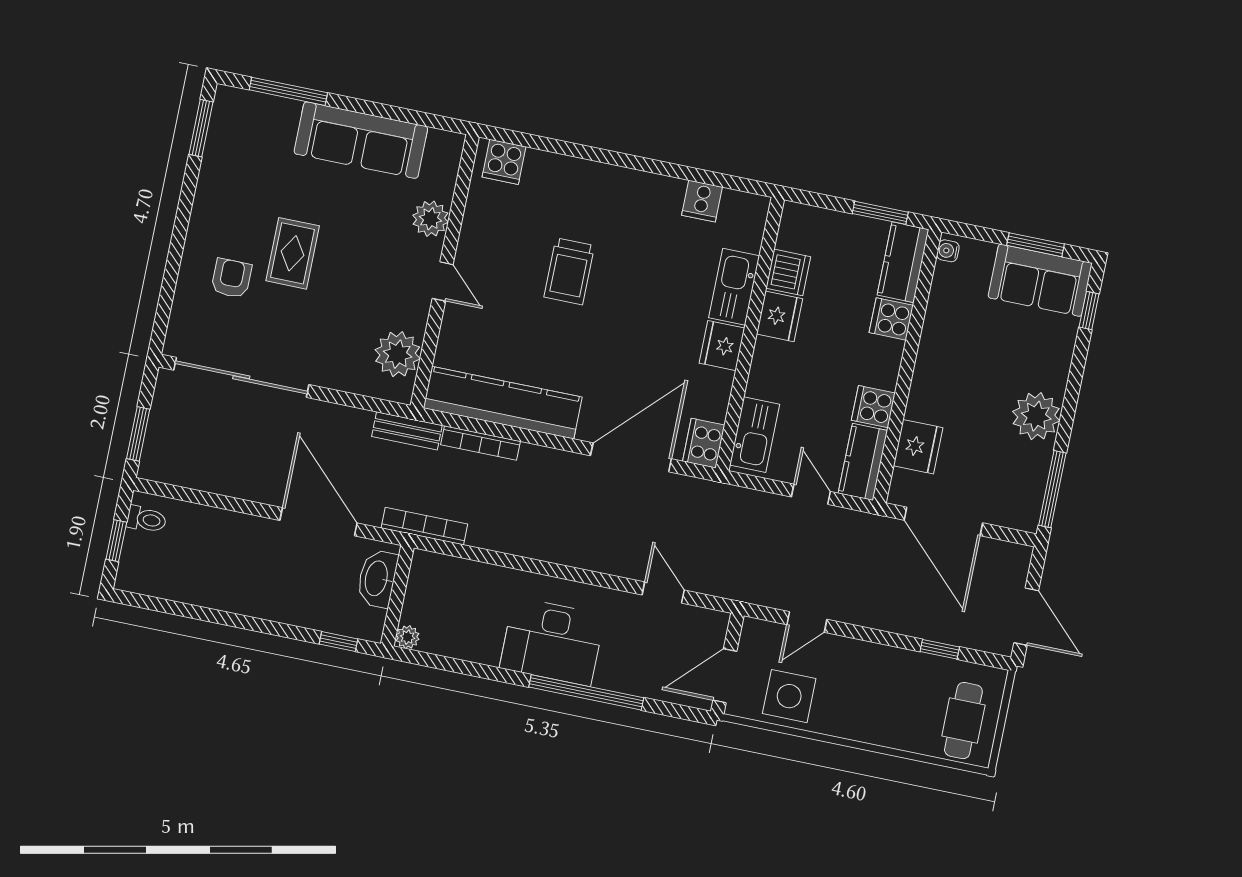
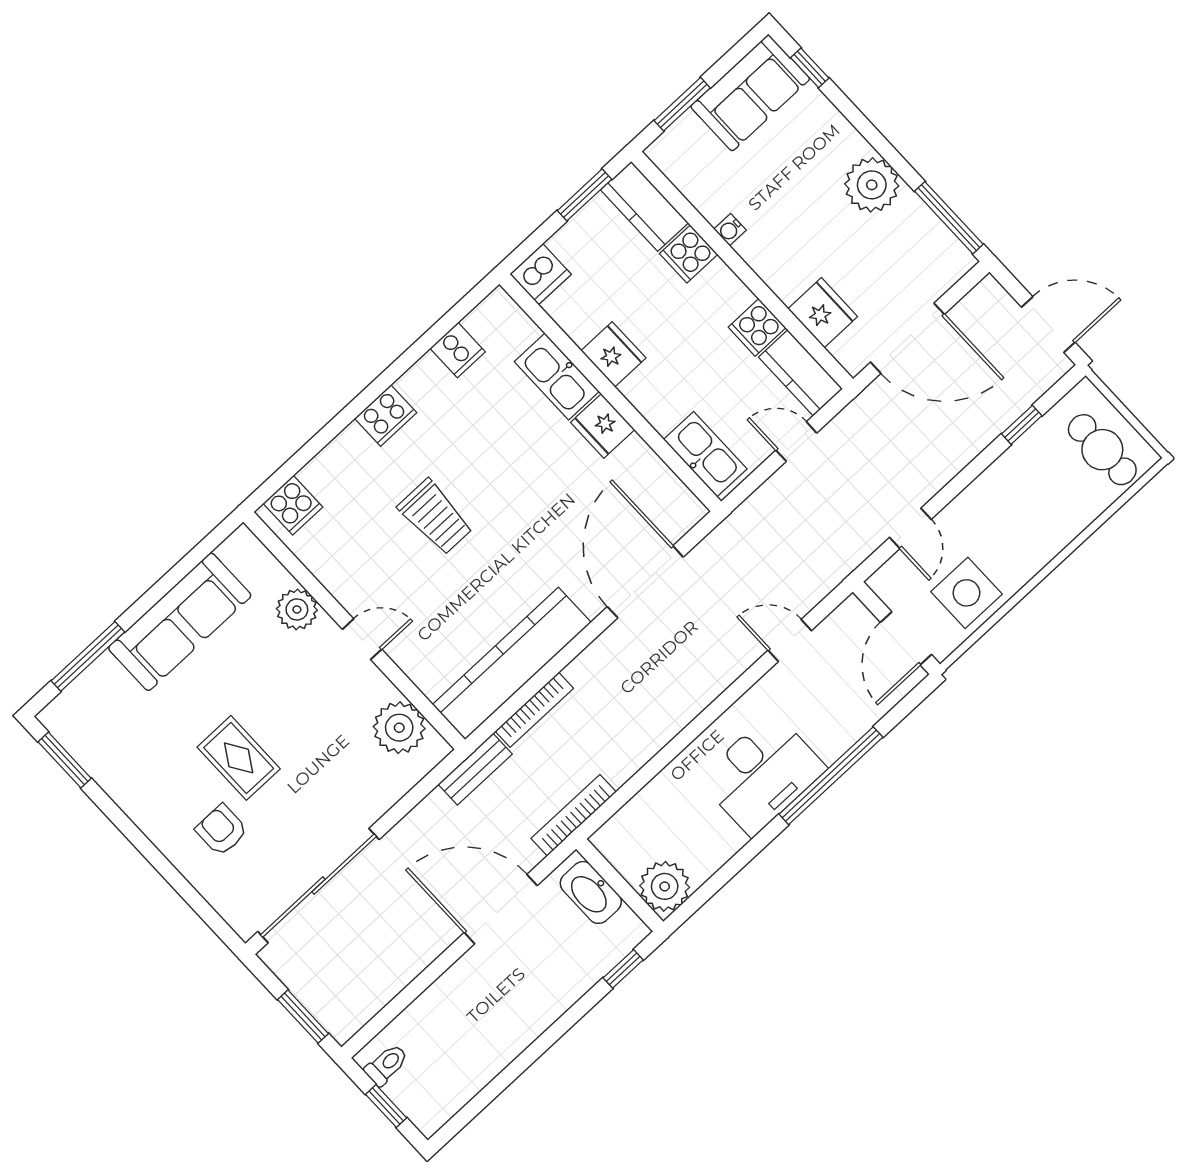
window: (1036, 245) -> (682, 104), moved
water cooler: (948, 251) -> (730, 230), moved
dishwasher: (788, 272) -> (541, 274), moved, turned 90
cooker: (704, 443) -> (386, 415), moved, turned -90
plant: (408, 637) -> (665, 886), width x1.88, depth x1.88

